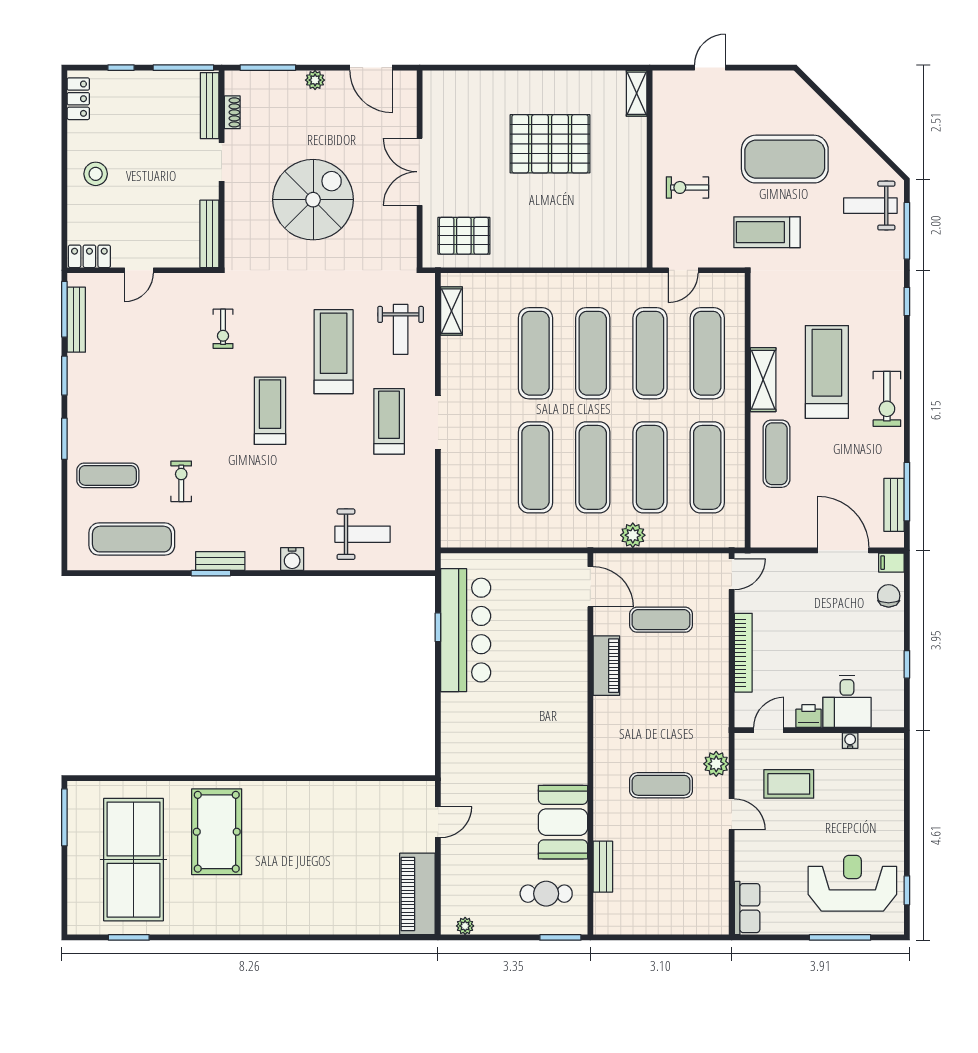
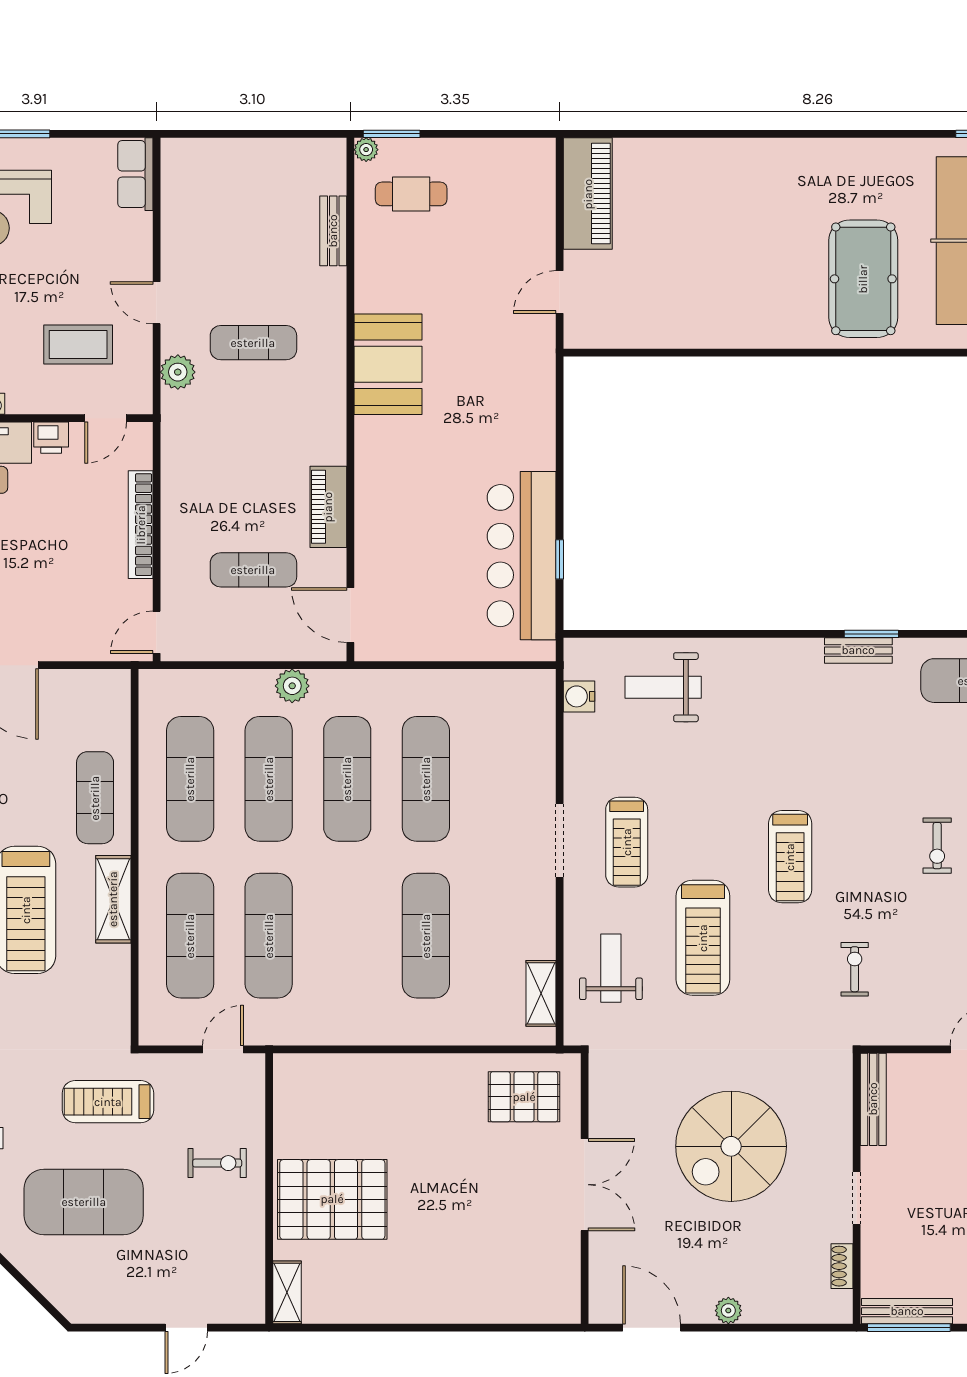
window: (268, 68) -> (793, 1328), removed
bench: (210, 106) -> (907, 1311), moved, turned 90
pallet: (550, 144) -> (332, 1199), moved
treadmill: (767, 232) -> (108, 1102), turned 180
exercise mat: (593, 353) -> (347, 936), removed
exercise bike: (181, 481) -> (937, 846), moved
water cooler: (292, 559) -> (579, 696), moved, turned -90
booth: (563, 822) -> (388, 364), moved
plant: (465, 926) -> (366, 150), moved

